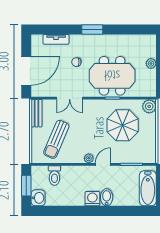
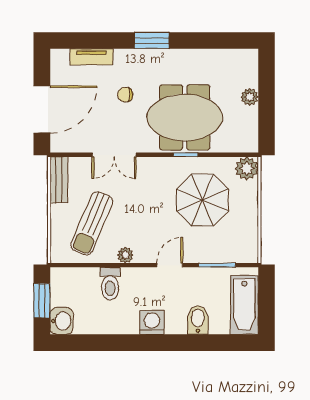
plant: (89, 158) -> (125, 255), moved
toilet: (54, 175) -> (110, 284), moved
bidet: (107, 197) -> (198, 320), moved

